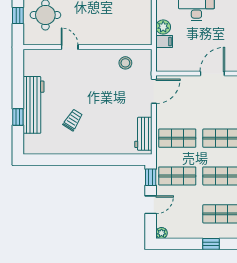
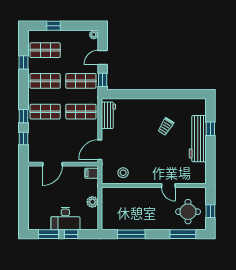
filing cabinet: (164, 41) -> (92, 173), moved

